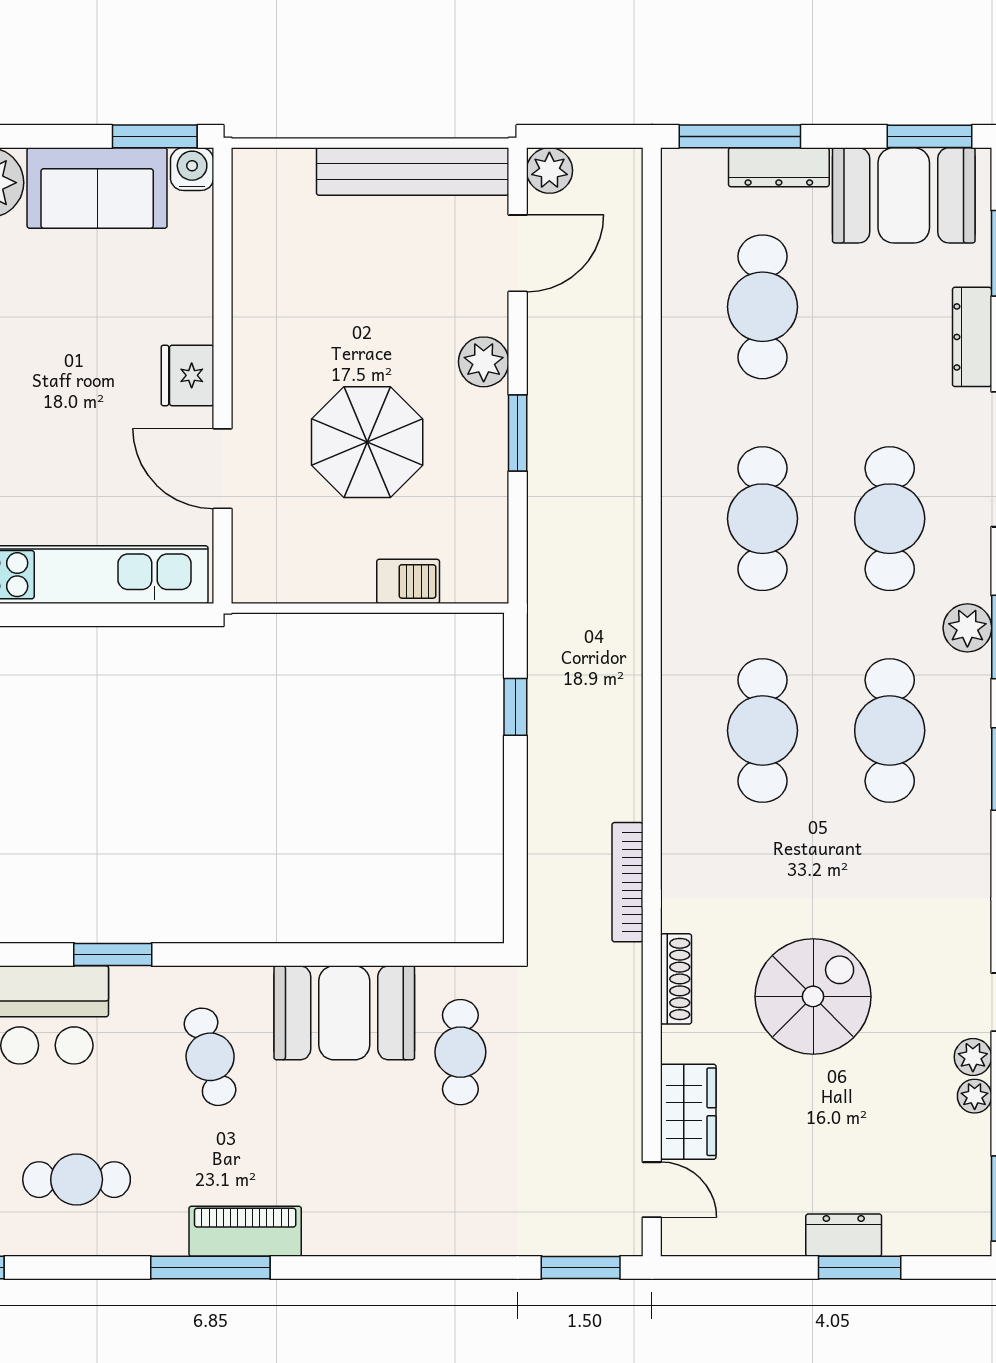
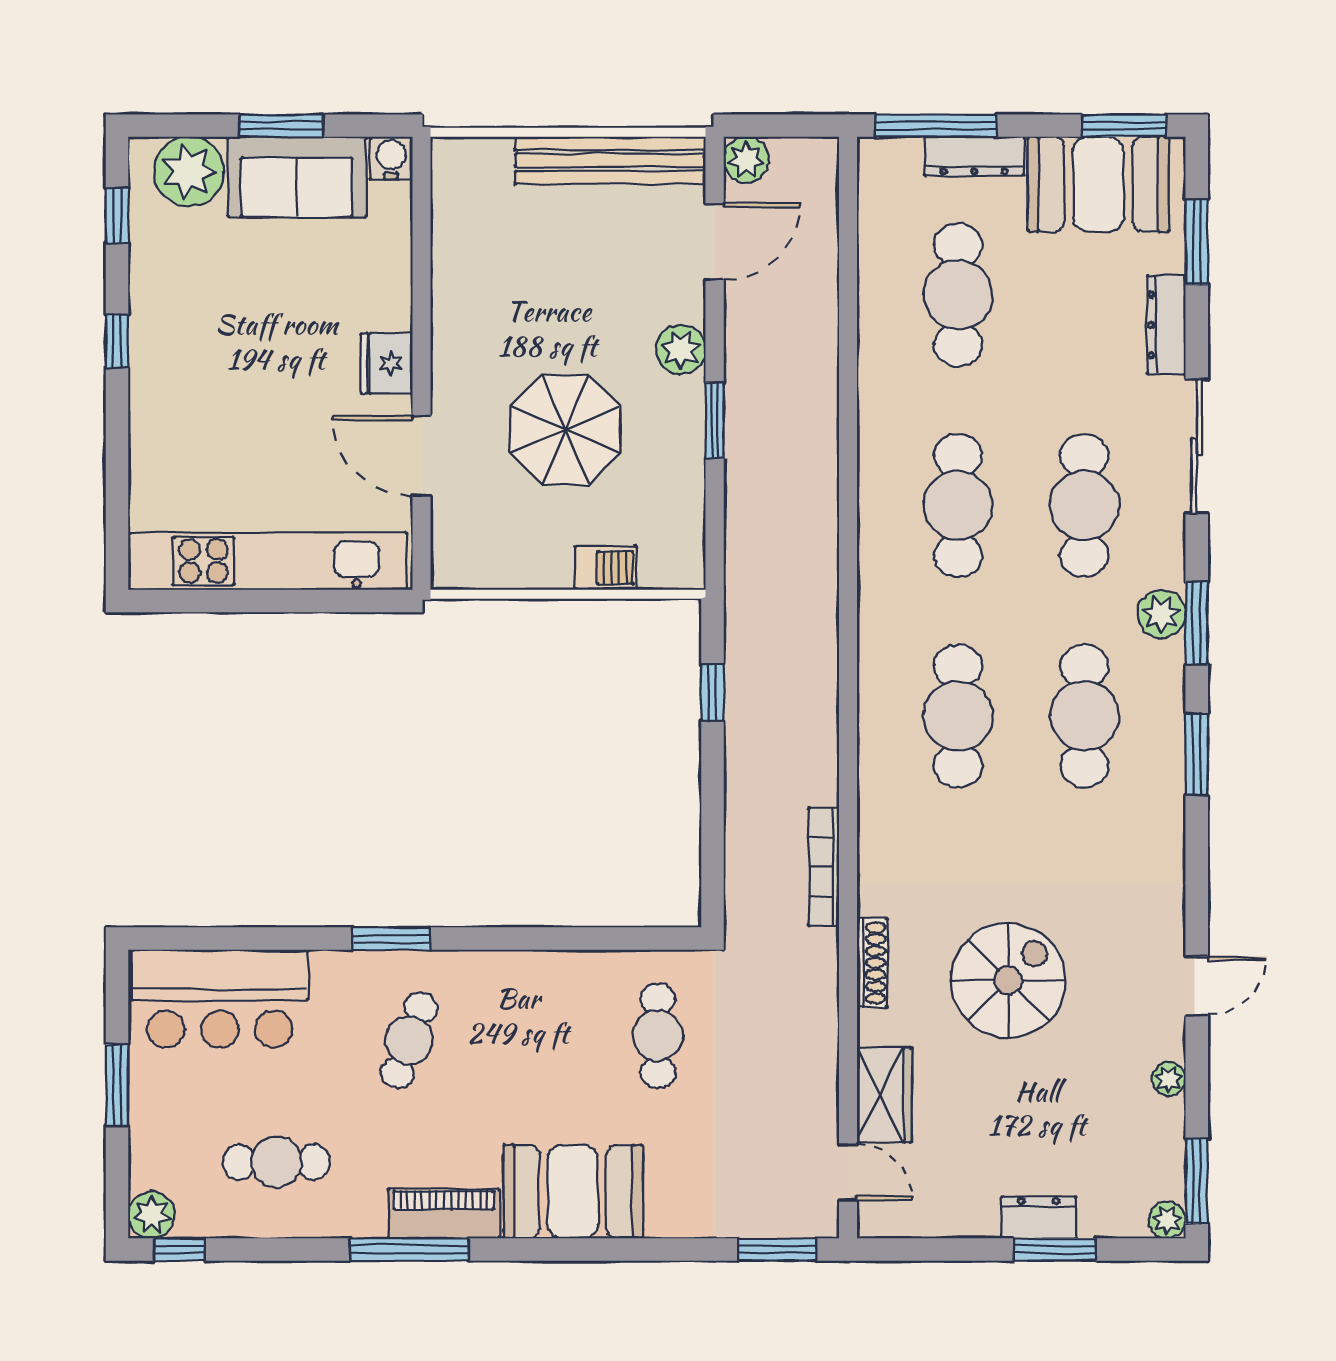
window: (155, 136) -> (281, 126), moved
window: (113, 955) -> (391, 939), moved
booth: (344, 1013) -> (573, 1192), moved
cafe table: (210, 1057) -> (409, 1040), turned 35
plant: (973, 1057) -> (1167, 1220), moved

